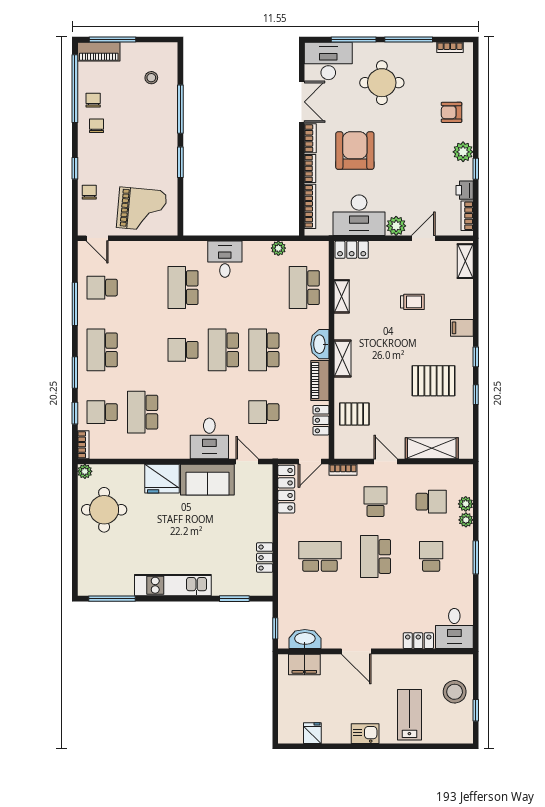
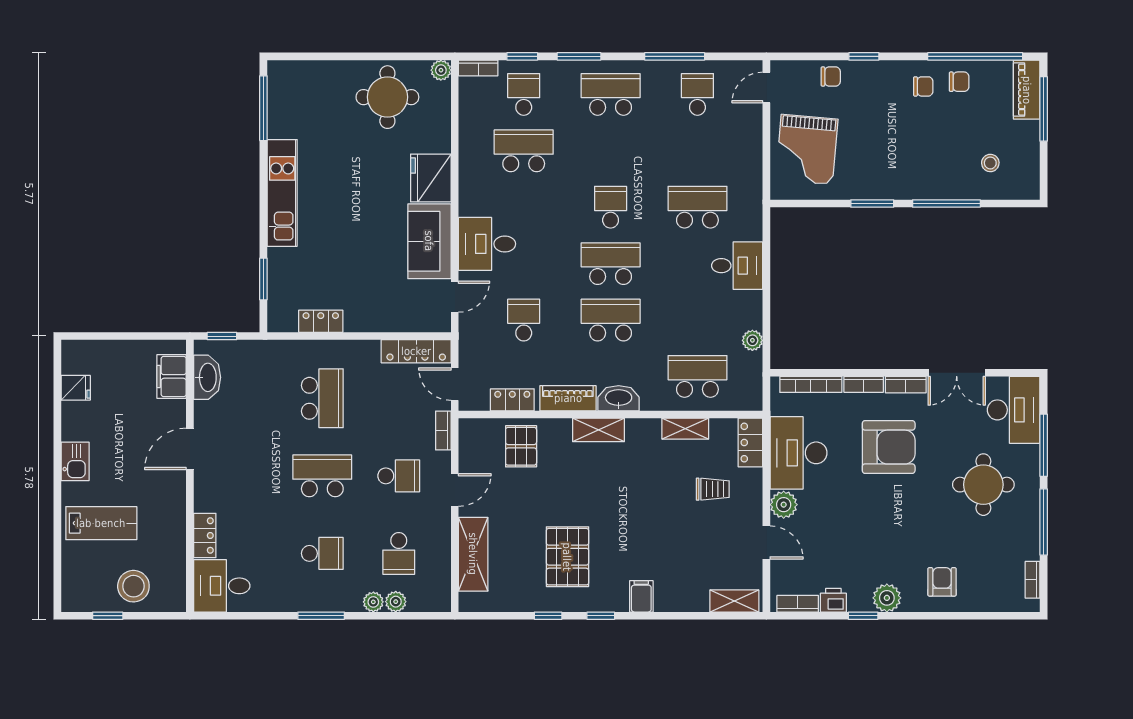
trolley: (412, 302) -> (713, 489), moved, turned -90

